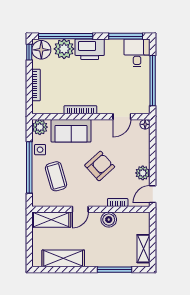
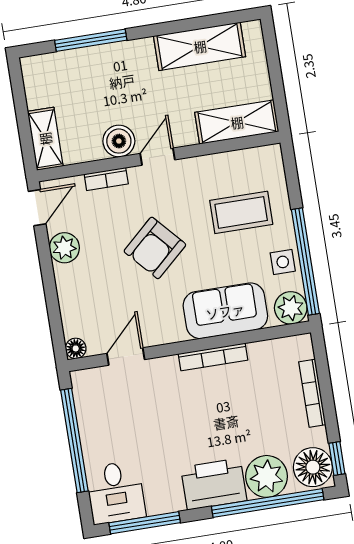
window: (29, 167) -> (305, 262), moved
coffee table: (56, 176) -> (241, 212), turned -74
door: (80, 209) -> (157, 157), moved
shelving: (144, 249) -> (45, 139), moved

